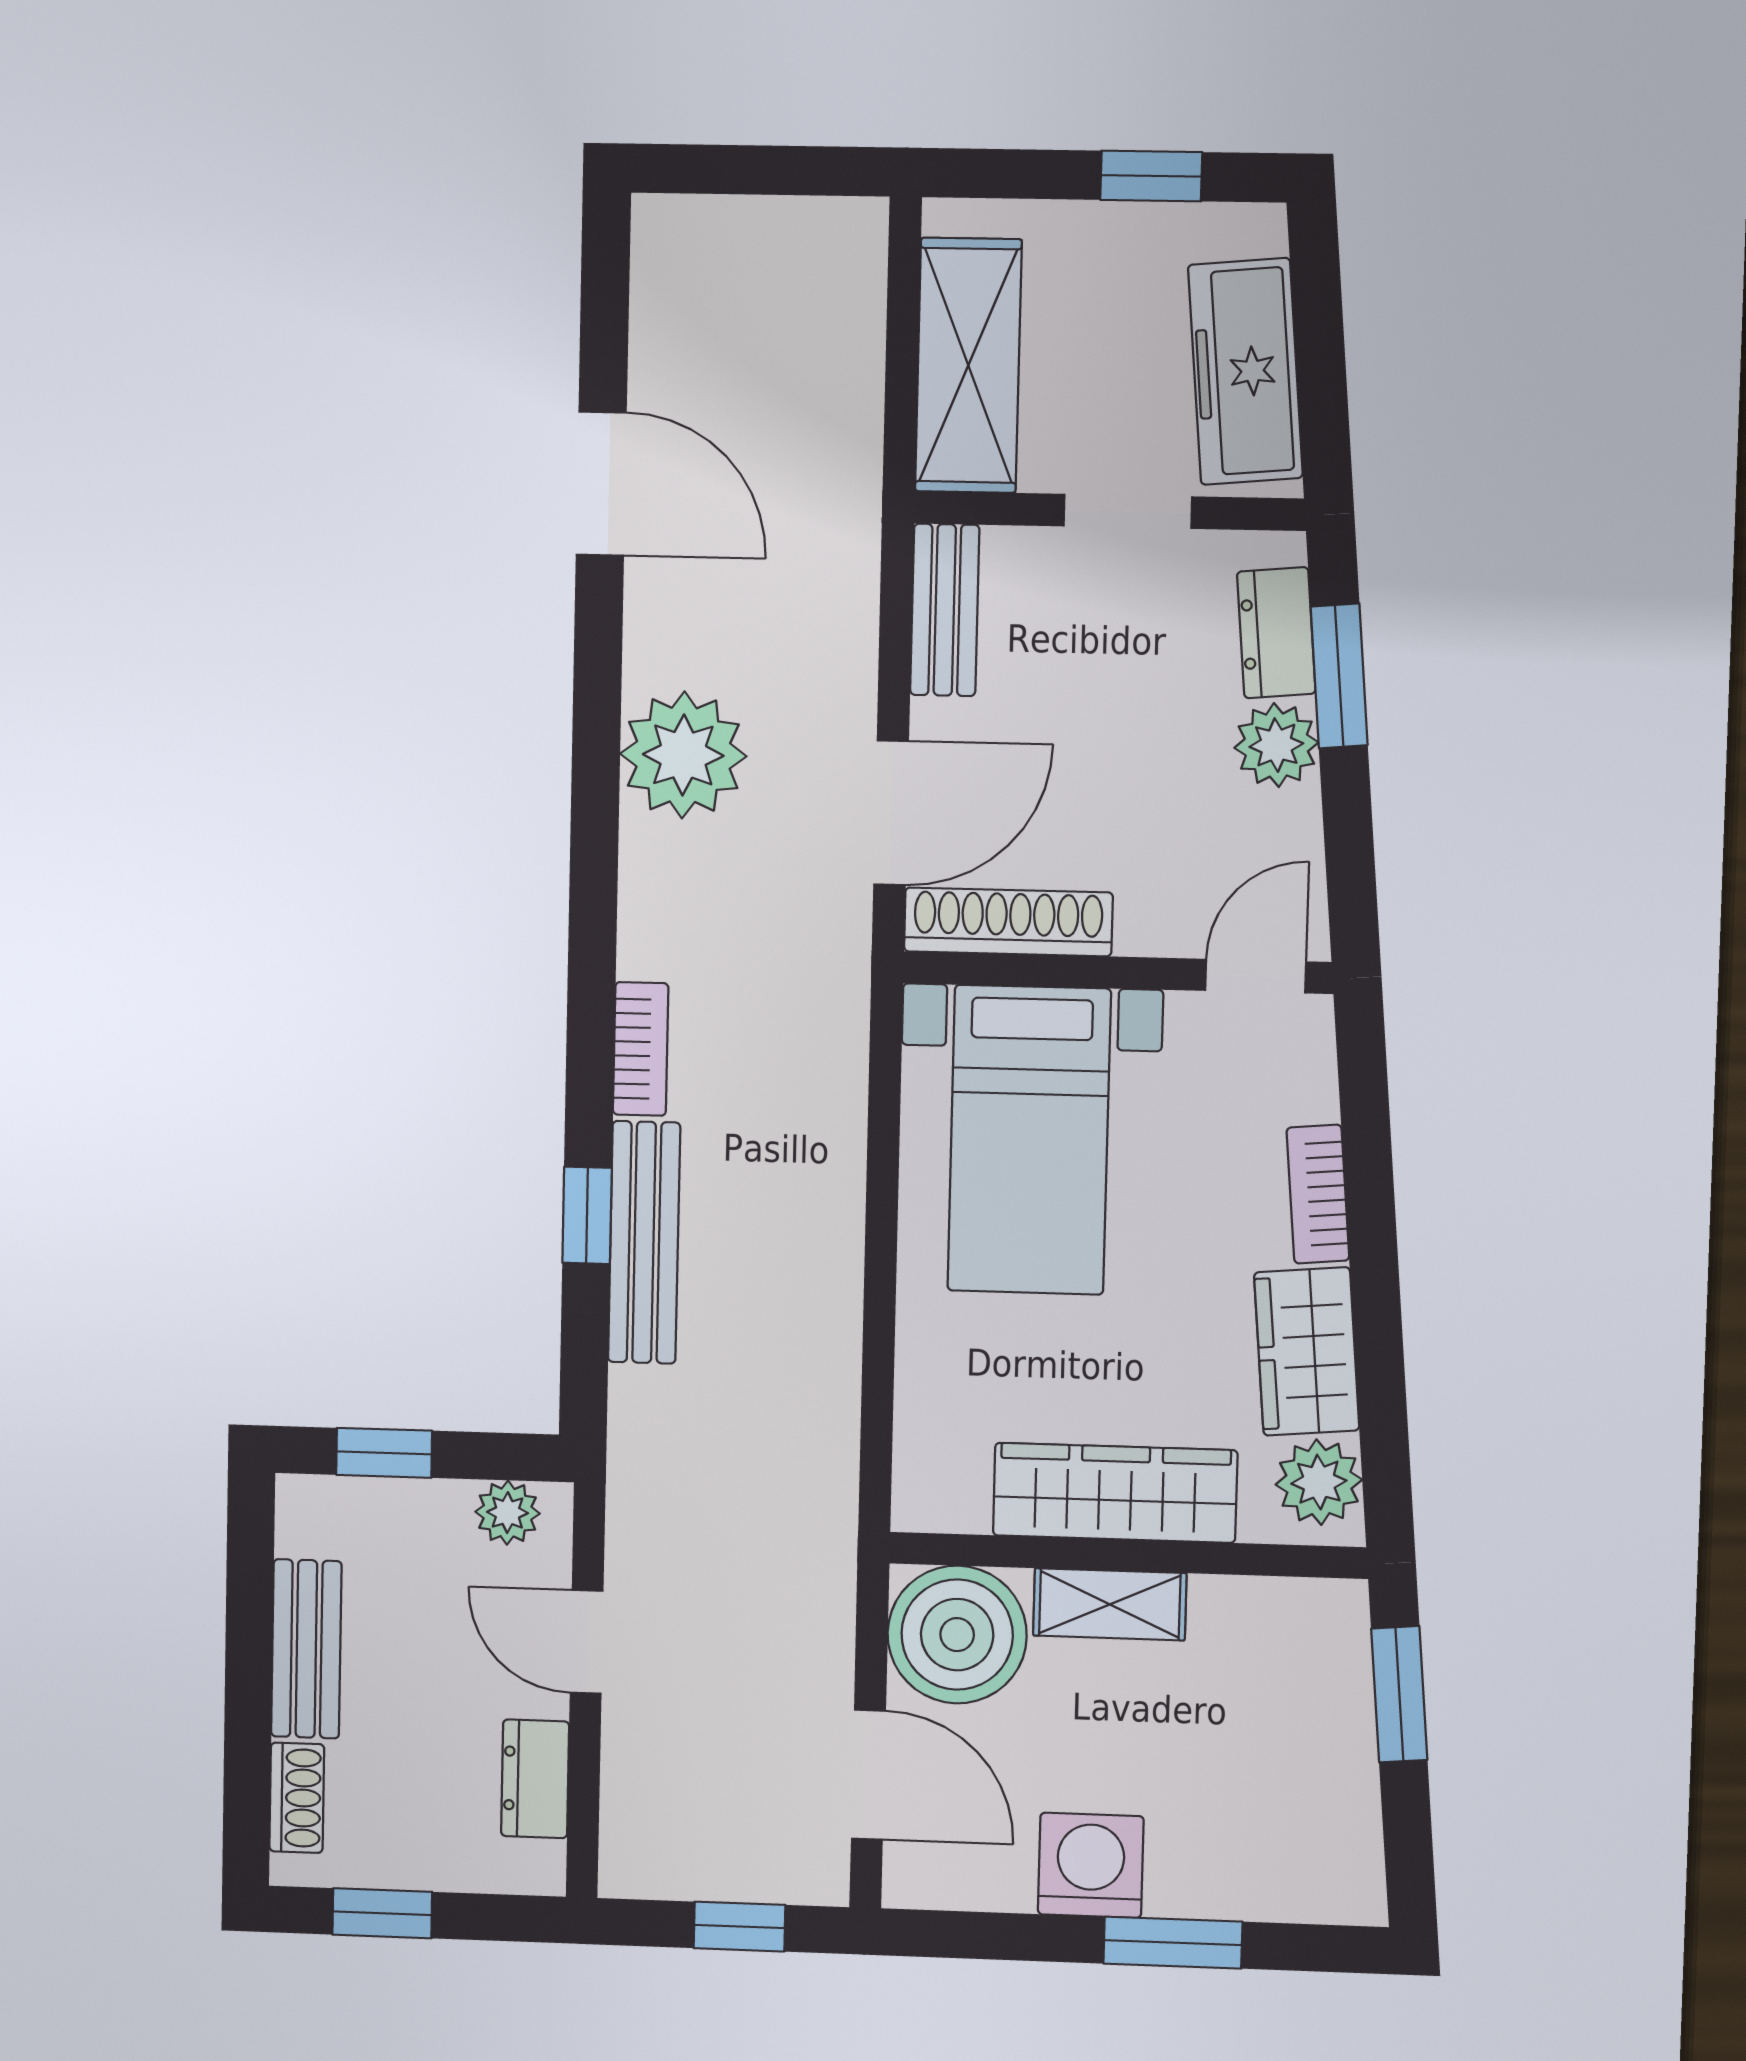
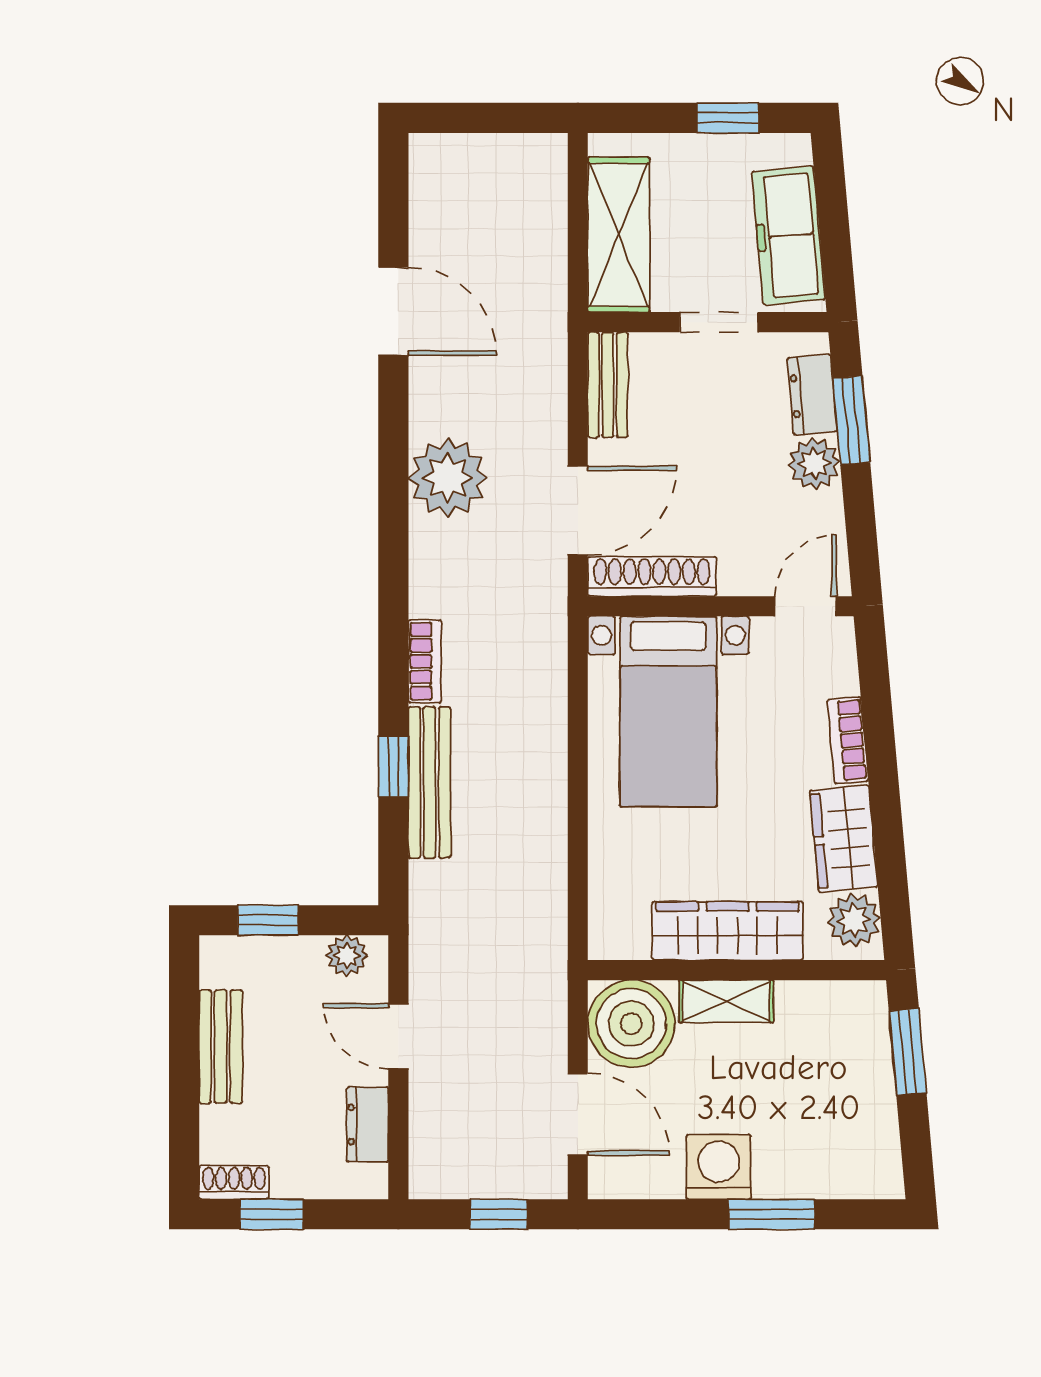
shoe rack: (297, 1798) -> (234, 1182), moved, turned -90

